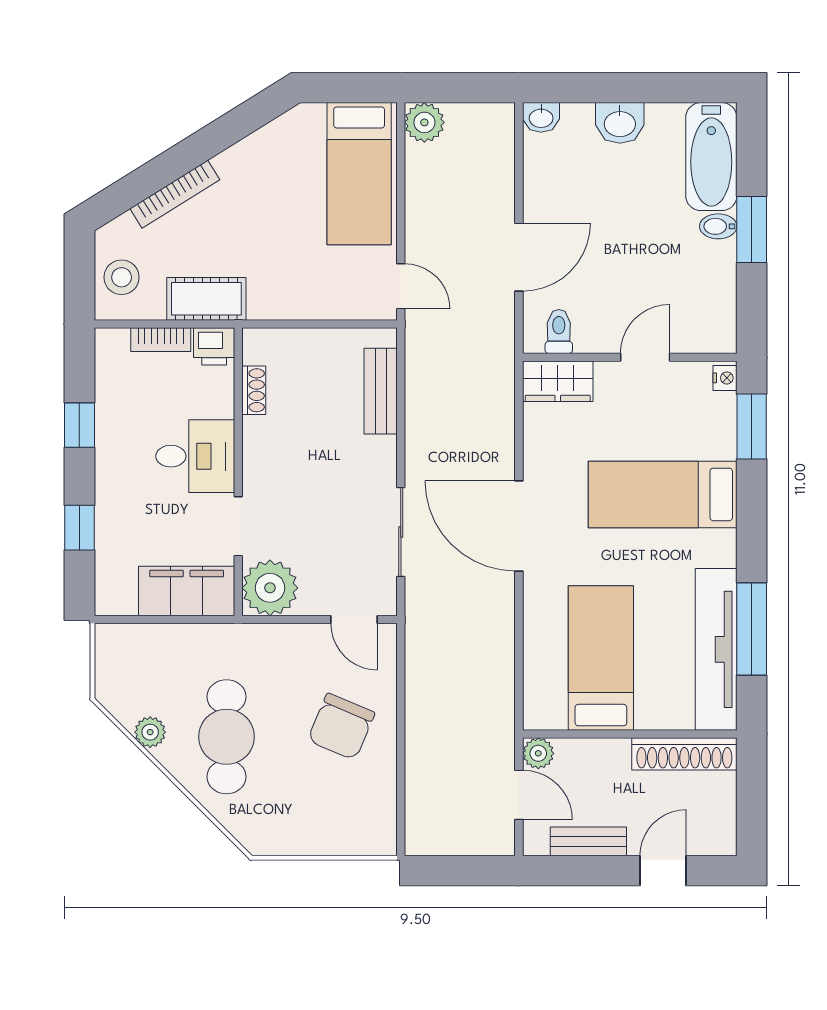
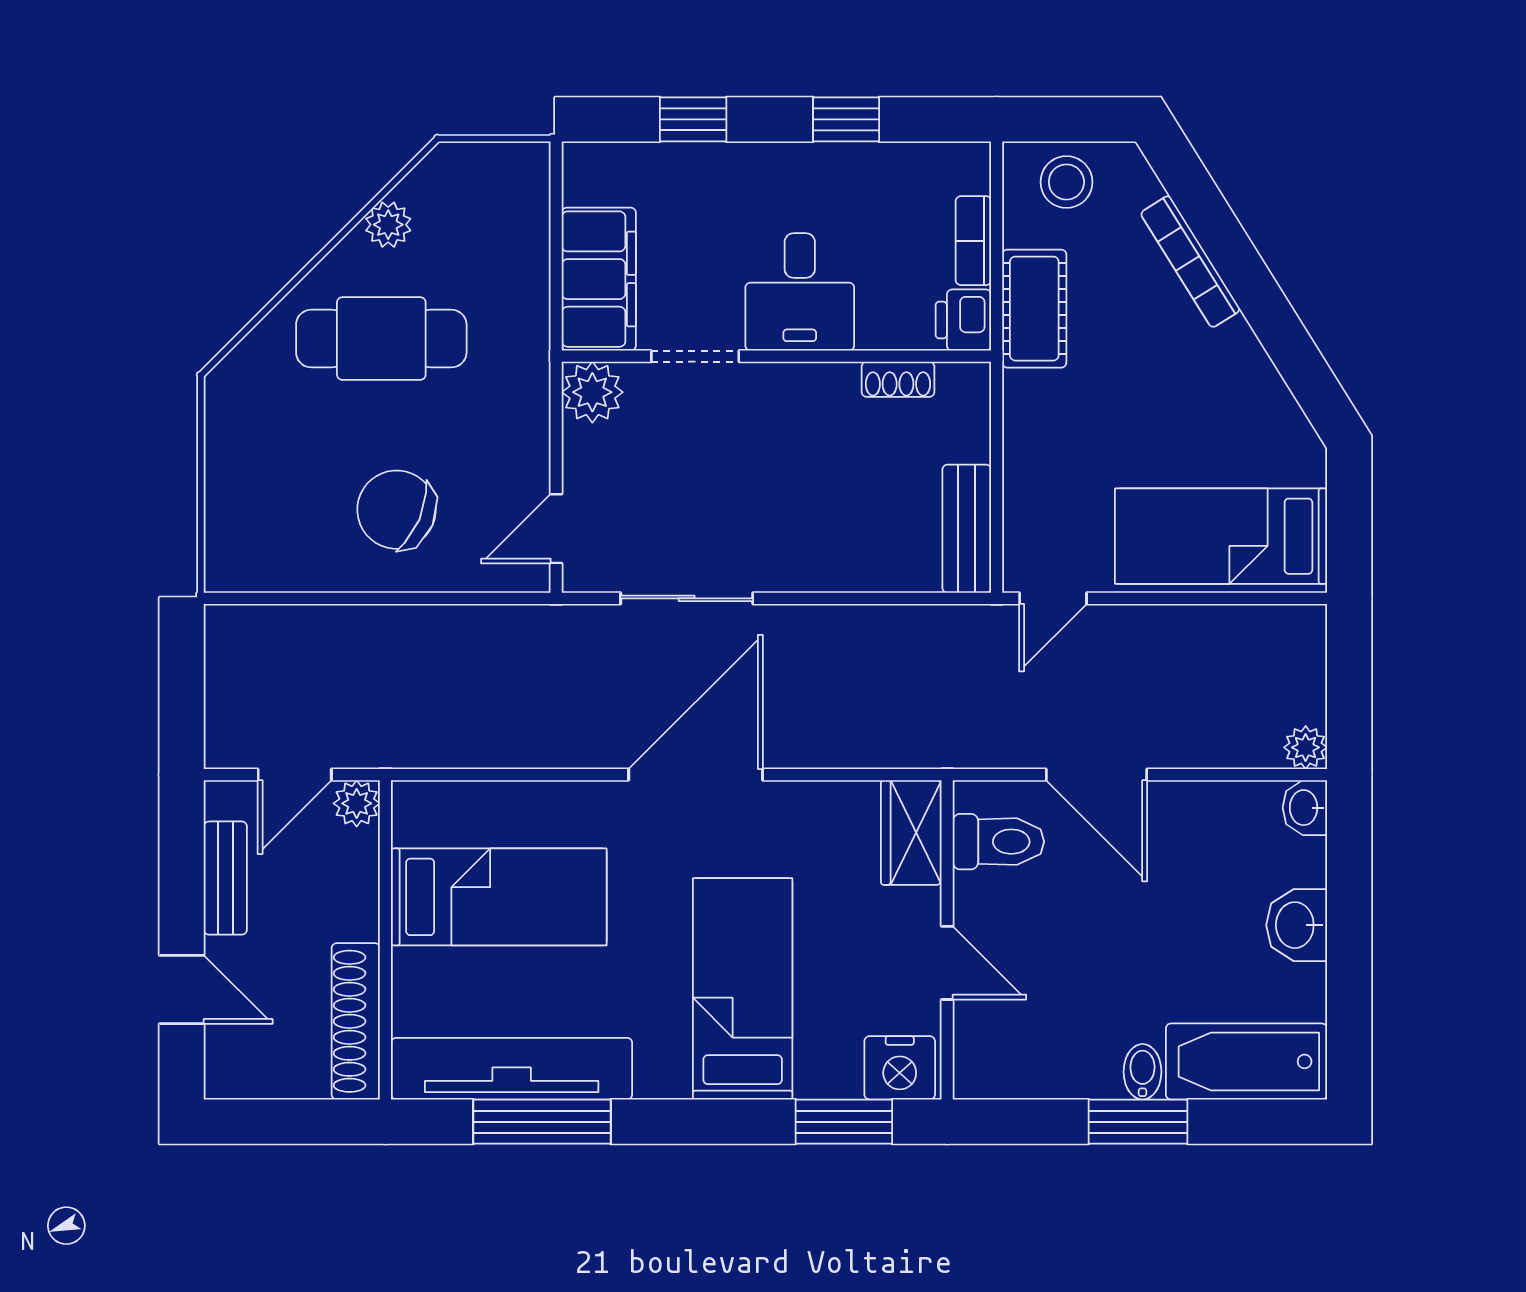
plant: (424, 122) -> (1306, 747), moved, width x0.73, depth x0.73
toilet: (559, 331) -> (998, 842), width x1.37, depth x1.39
nightstand: (725, 378) -> (900, 1068), width x1.89, depth x1.79
bench: (381, 391) -> (967, 529), moved, turned 90
plant: (270, 588) -> (592, 392), width x0.73, depth x0.73

